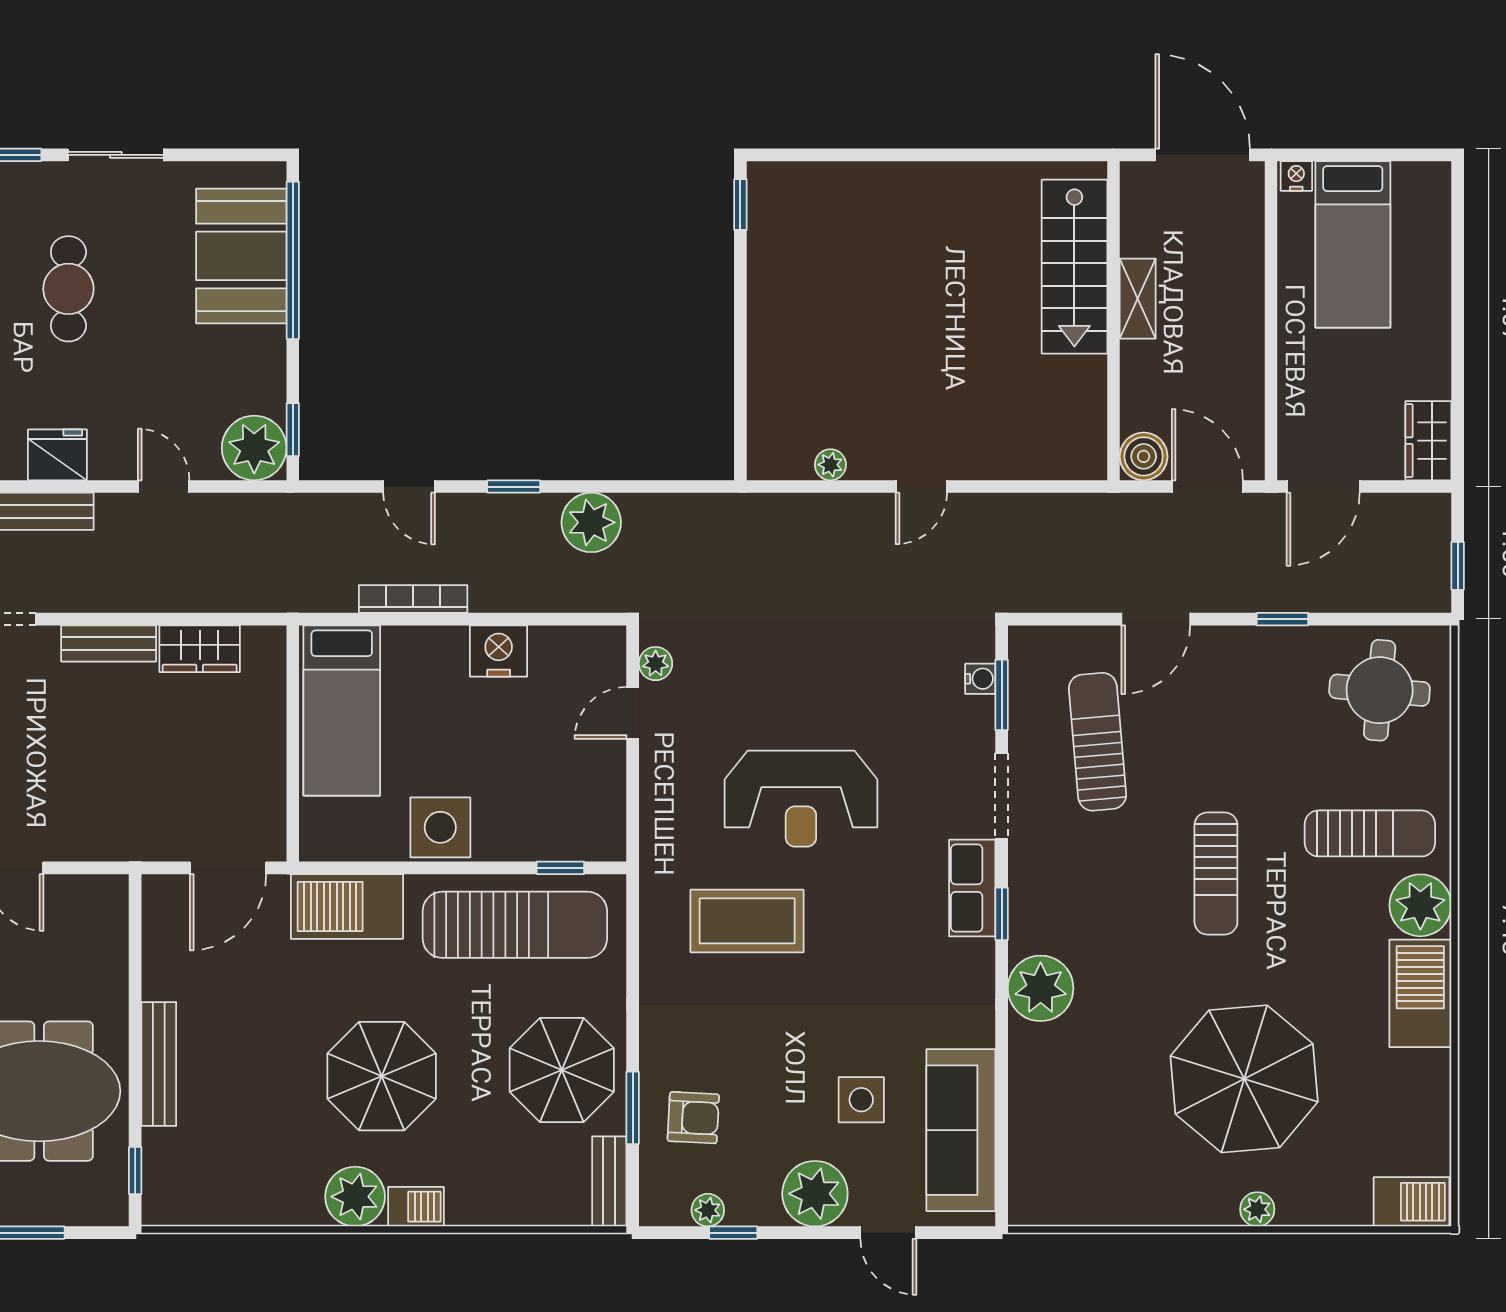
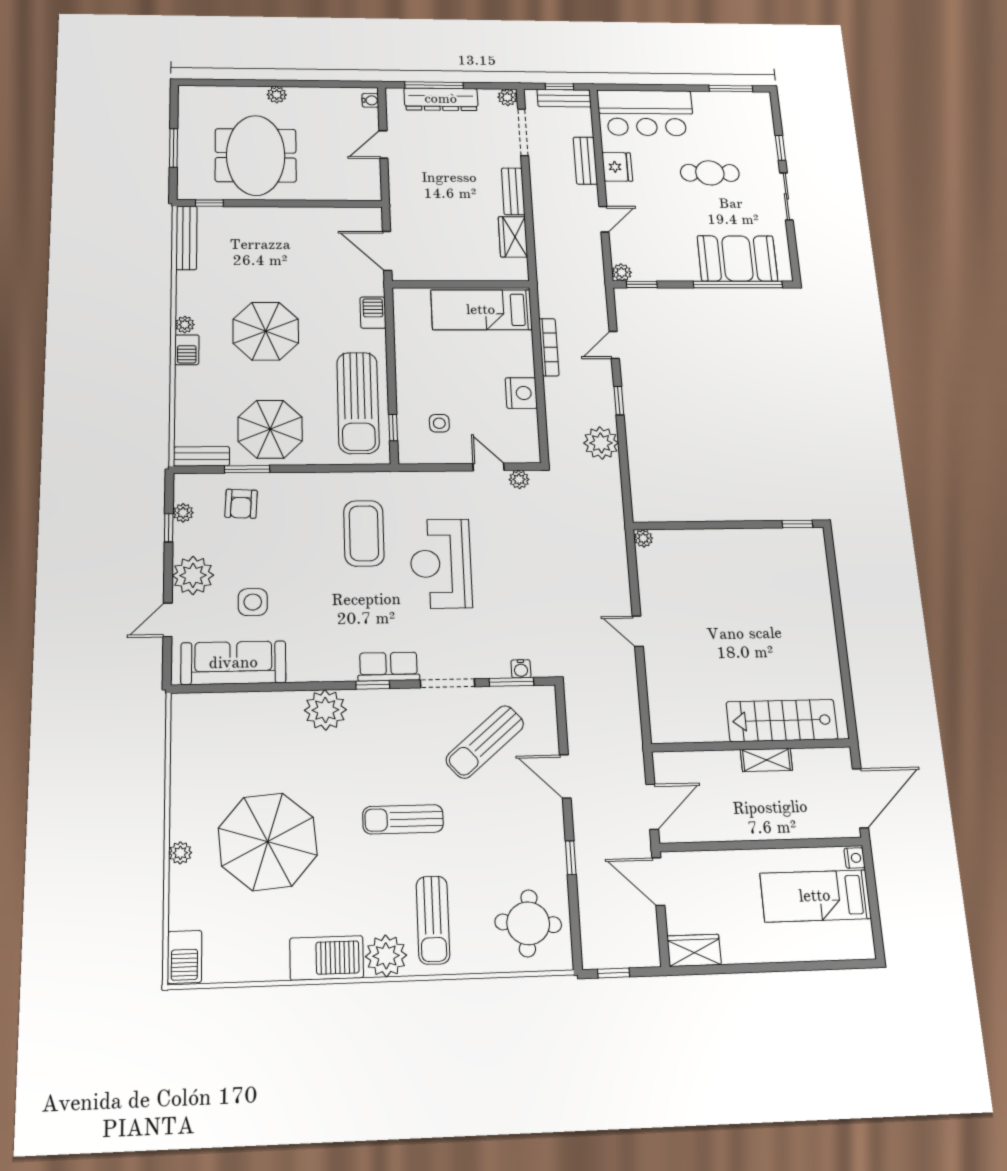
plant: (254, 448) -> (622, 272), width x0.53, depth x0.53
boiler: (1144, 456) -> (668, 766), removed
plant: (830, 465) -> (643, 538), moved
sun lounger: (1098, 742) -> (485, 742), turned 144
side table: (440, 827) -> (439, 423), moved, width x0.54, depth x0.54
barbecue: (347, 906) -> (373, 313), width x0.53, depth x0.65
bench: (159, 1064) -> (186, 238), moved, turned 90
plant: (355, 1197) -> (185, 325), width x0.53, depth x0.53

